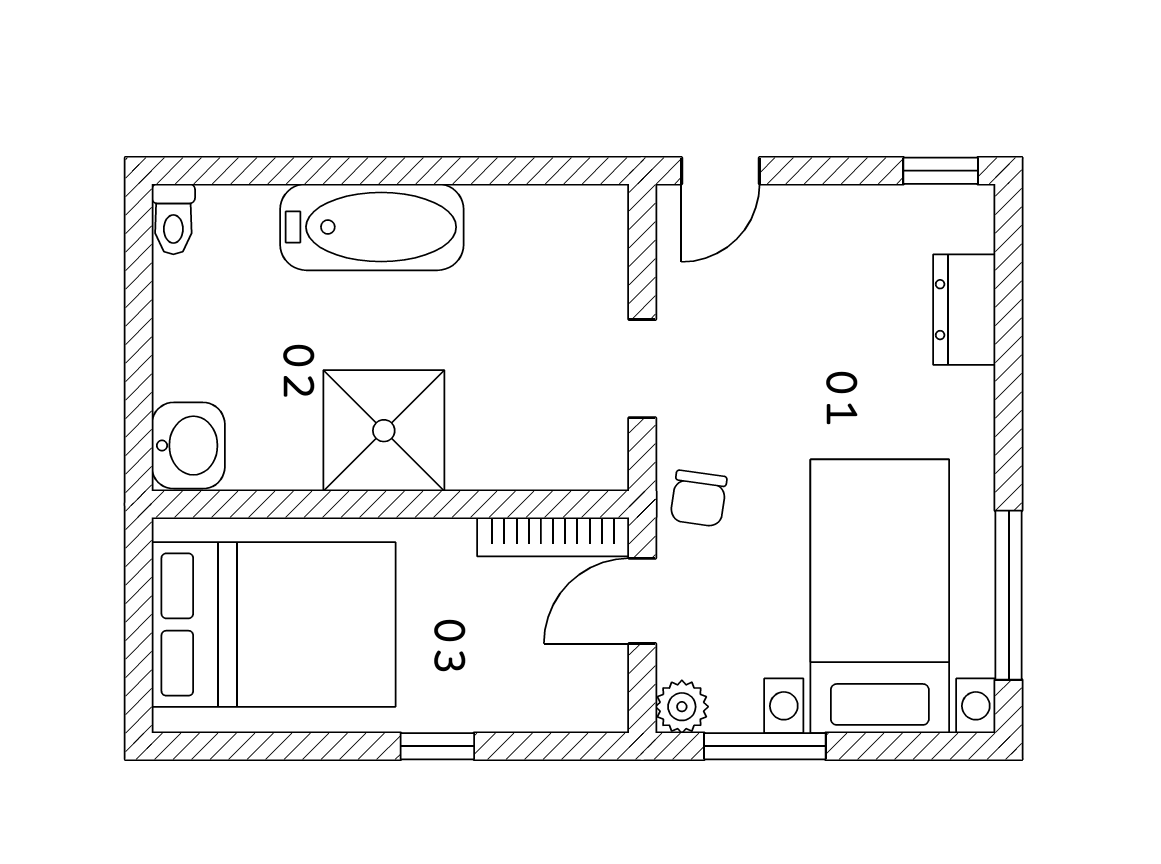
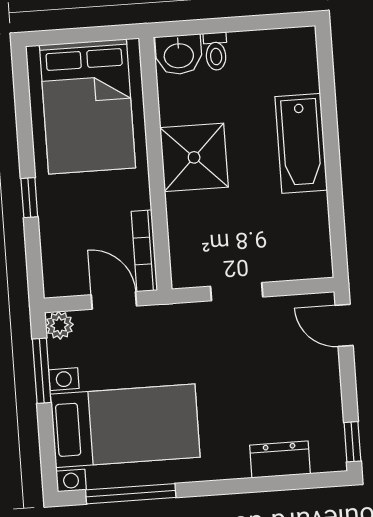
toilet: (173, 219) -> (216, 51), moved, turned -90
chair: (699, 499) -> (170, 326), removed

